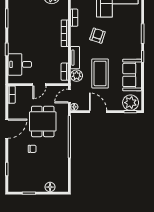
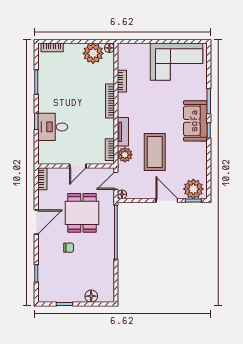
armchair: (98, 36) -> (152, 104), removed
desk: (20, 64) -> (53, 127), moved
sofa: (132, 75) -> (195, 121), moved
door: (98, 112) -> (167, 201), moved

